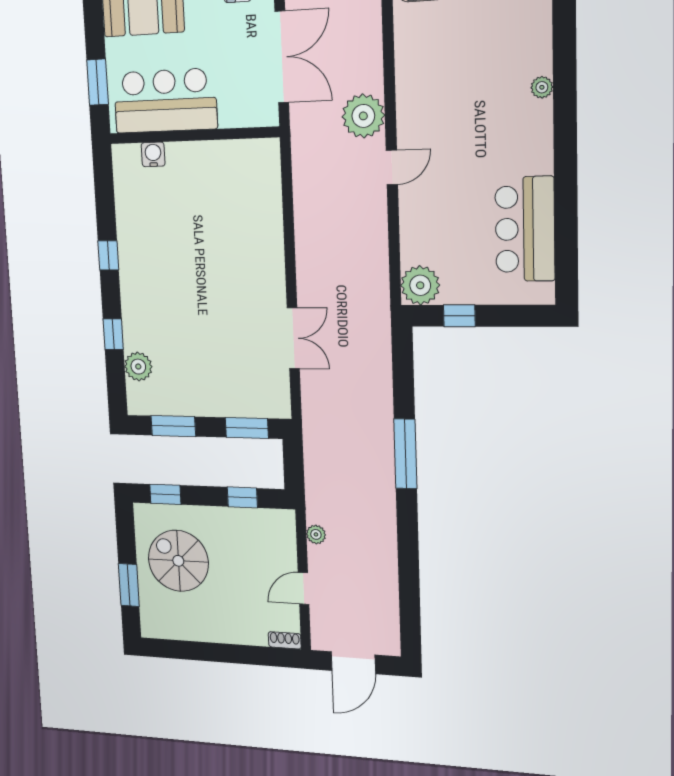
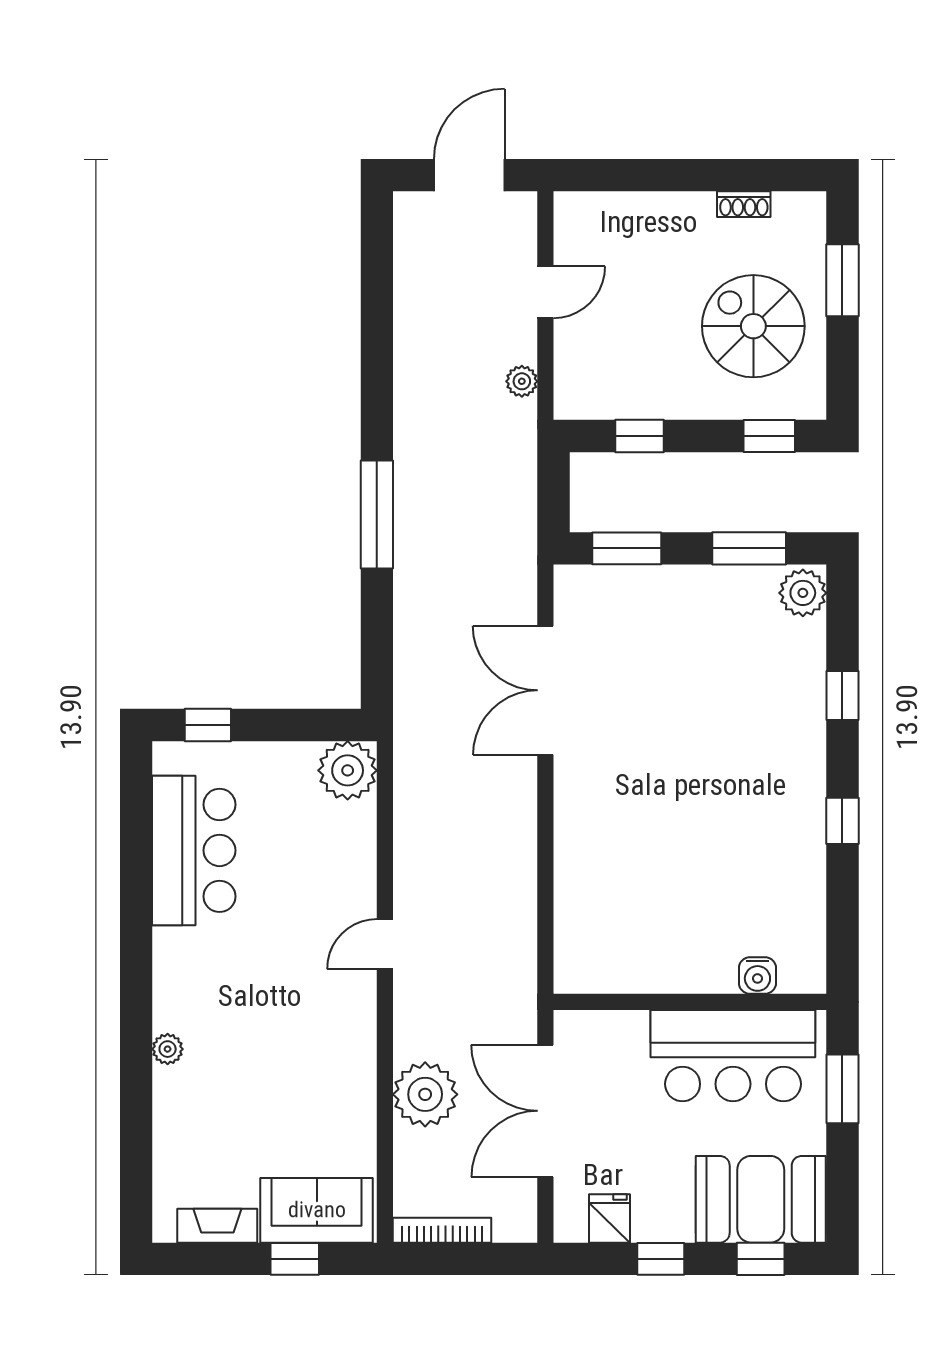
plant: (363, 116) -> (425, 1094), moved
window: (459, 316) -> (208, 725), moved
double door: (293, 338) -> (545, 690), width x1.37
plant: (138, 367) -> (803, 593), moved
spiral stairs: (178, 561) -> (753, 326), turned 180
shoe rack: (285, 640) -> (744, 204), moved

